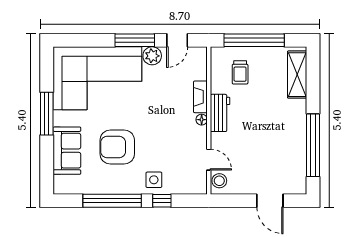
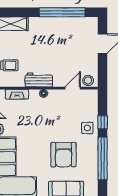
fireplace: (200, 97) -> (17, 94), moved

